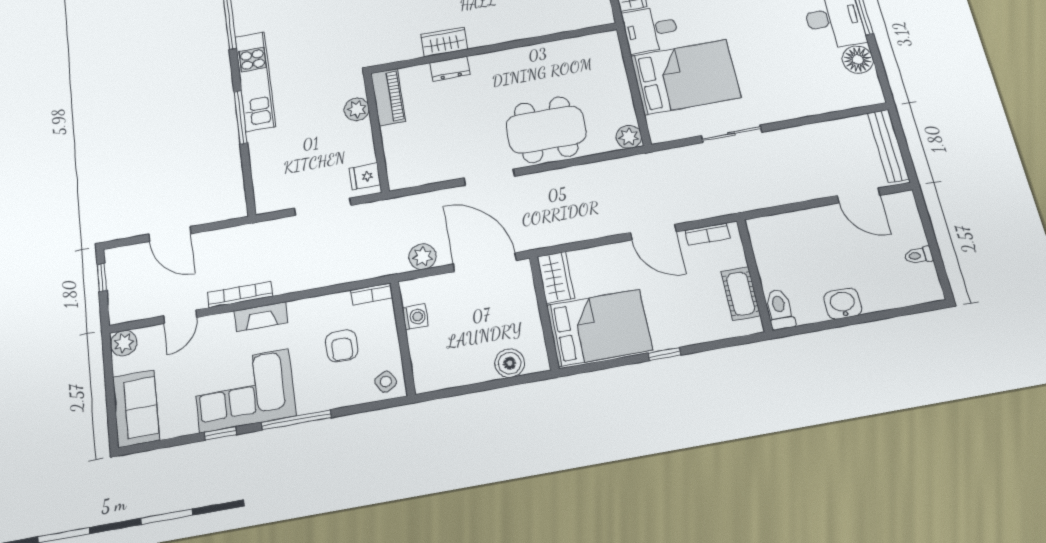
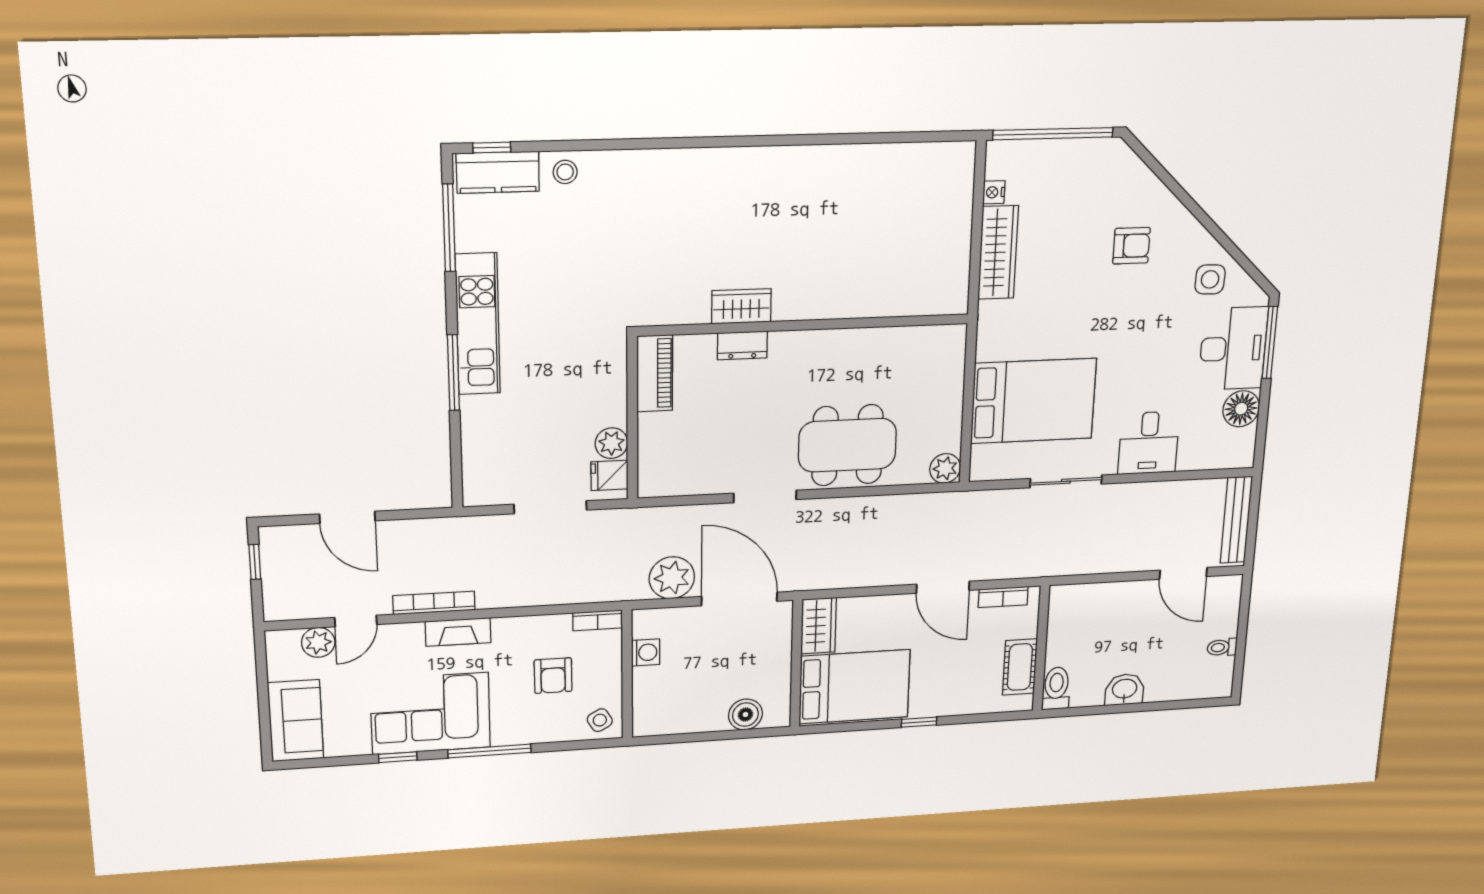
desk: (650, 29) -> (1149, 443), moved, turned -90
plant: (357, 109) -> (611, 443), moved
plant: (423, 257) -> (672, 578), width x1.36, depth x1.36
plant: (124, 343) -> (318, 642), moved

